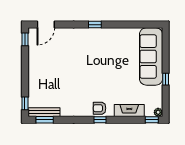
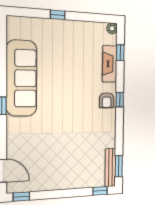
sofa: (151, 56) -> (21, 78), moved, turned -90
window: (166, 79) -> (58, 15), moved
window: (152, 120) -> (120, 53), moved

